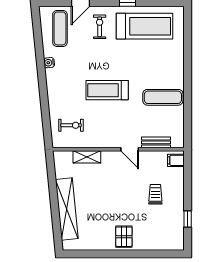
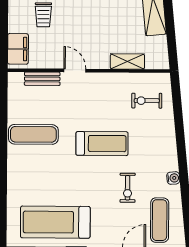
exercise bike: (100, 27) -> (128, 188), moved
filing cabinet: (176, 160) -> (18, 49), width x2.00

